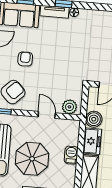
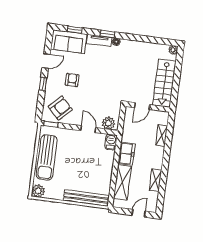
boiler: (94, 119) -> (129, 135), removed
barbecue: (71, 155) -> (111, 142), moved
parasol: (32, 159) -> (74, 166), removed

